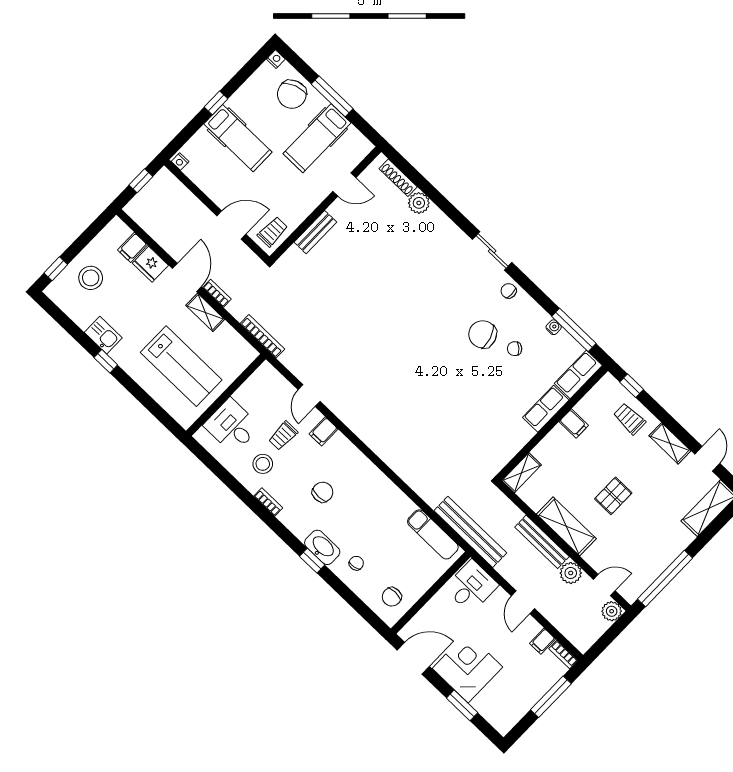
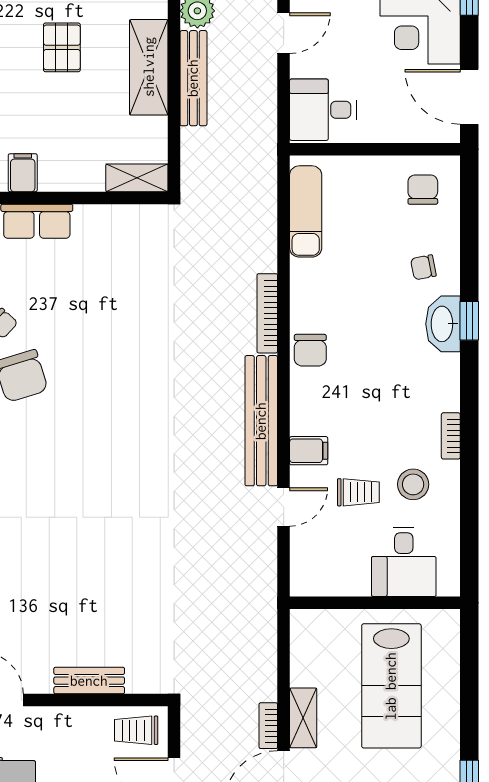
bookcase: (262, 336) -> (267, 313), moved
lab bench: (181, 366) -> (391, 686), turned 180
chair: (323, 492) -> (310, 350), moved, turned -90
pallet: (613, 496) -> (62, 47), turned 90
bench: (470, 532) -> (261, 421), moved
chair: (392, 597) -> (423, 190), turned -90

